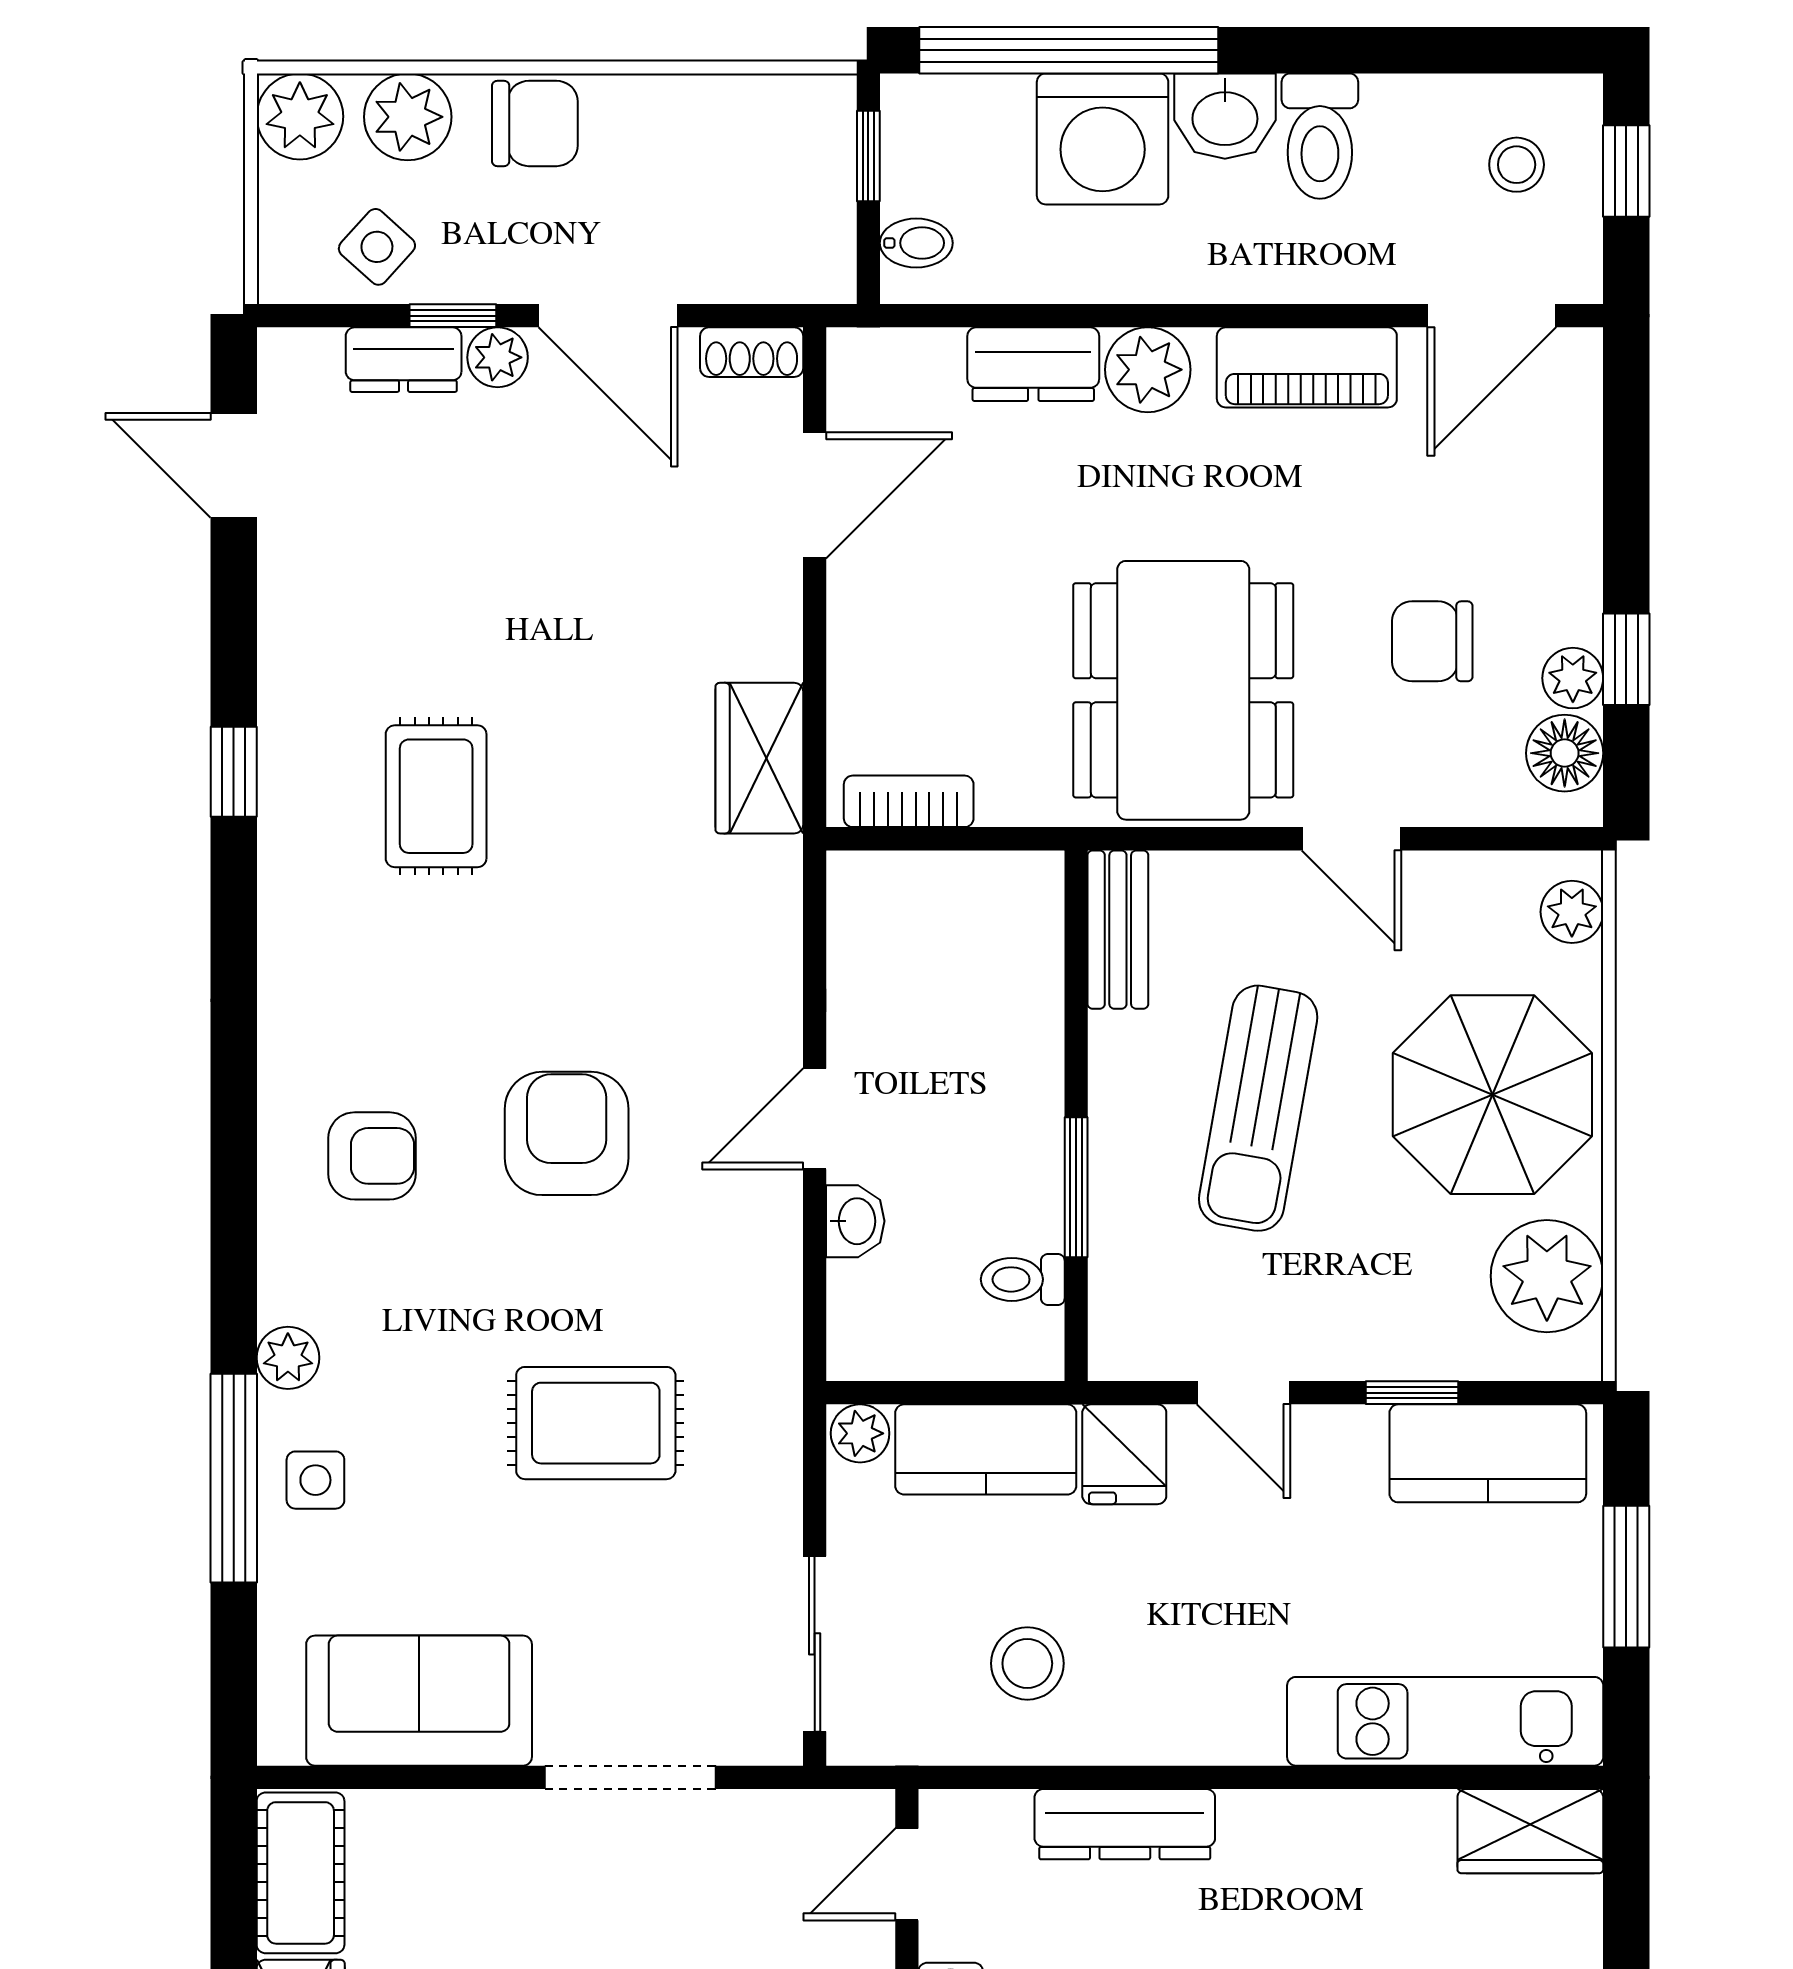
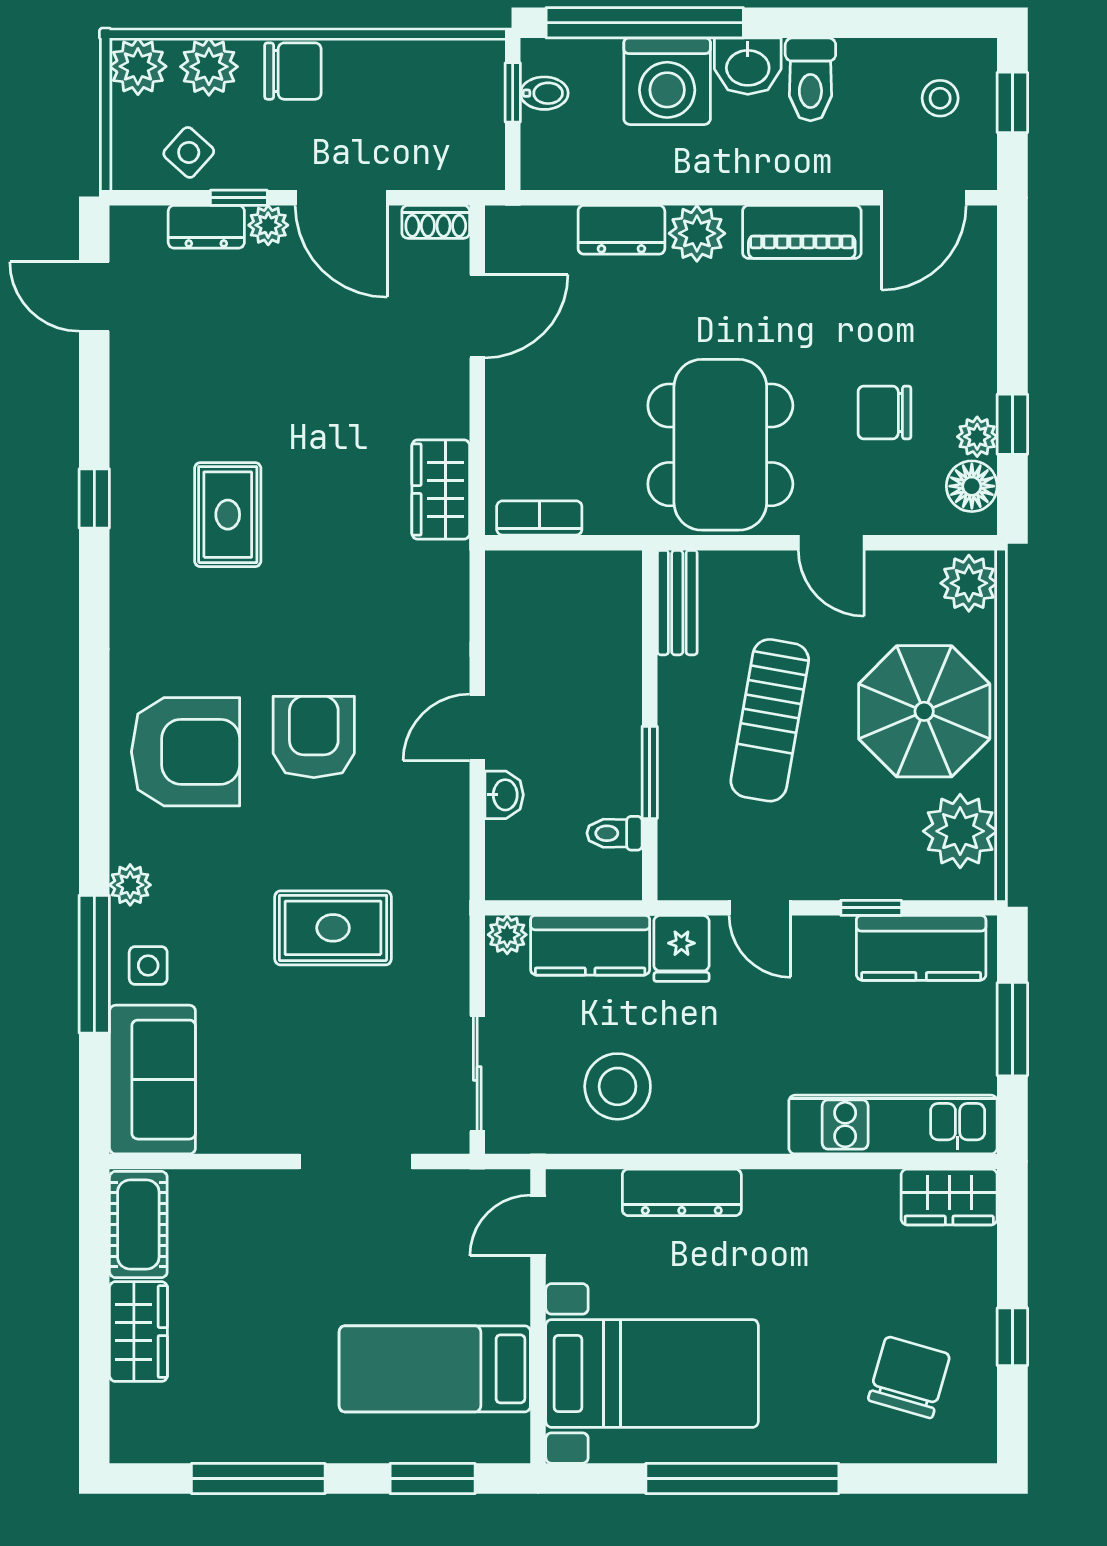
bidet: (916, 243) -> (544, 93), moved
plant: (1572, 912) -> (969, 583), width x1.38, depth x1.38
armchair: (372, 1156) -> (185, 752), width x1.88, depth x1.88
stool: (1027, 1663) -> (618, 1086), width x1.38, depth x1.38
sofa: (419, 1701) -> (152, 1080), moved, turned 90

